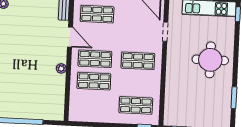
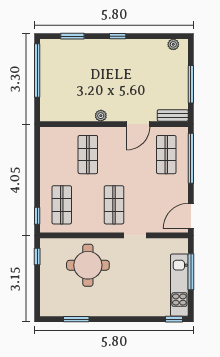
doorway: (165, 32) -> (135, 235), moved
shop shelf: (95, 59) -> (114, 155), removed
round table: (210, 60) -> (88, 265), moved

